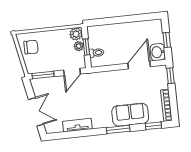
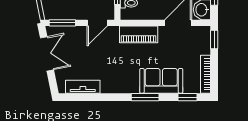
piano: (107, 78) -> (139, 34), added
double door: (36, 112) -> (47, 54), moved
tv unit: (77, 125) -> (83, 87), moved

